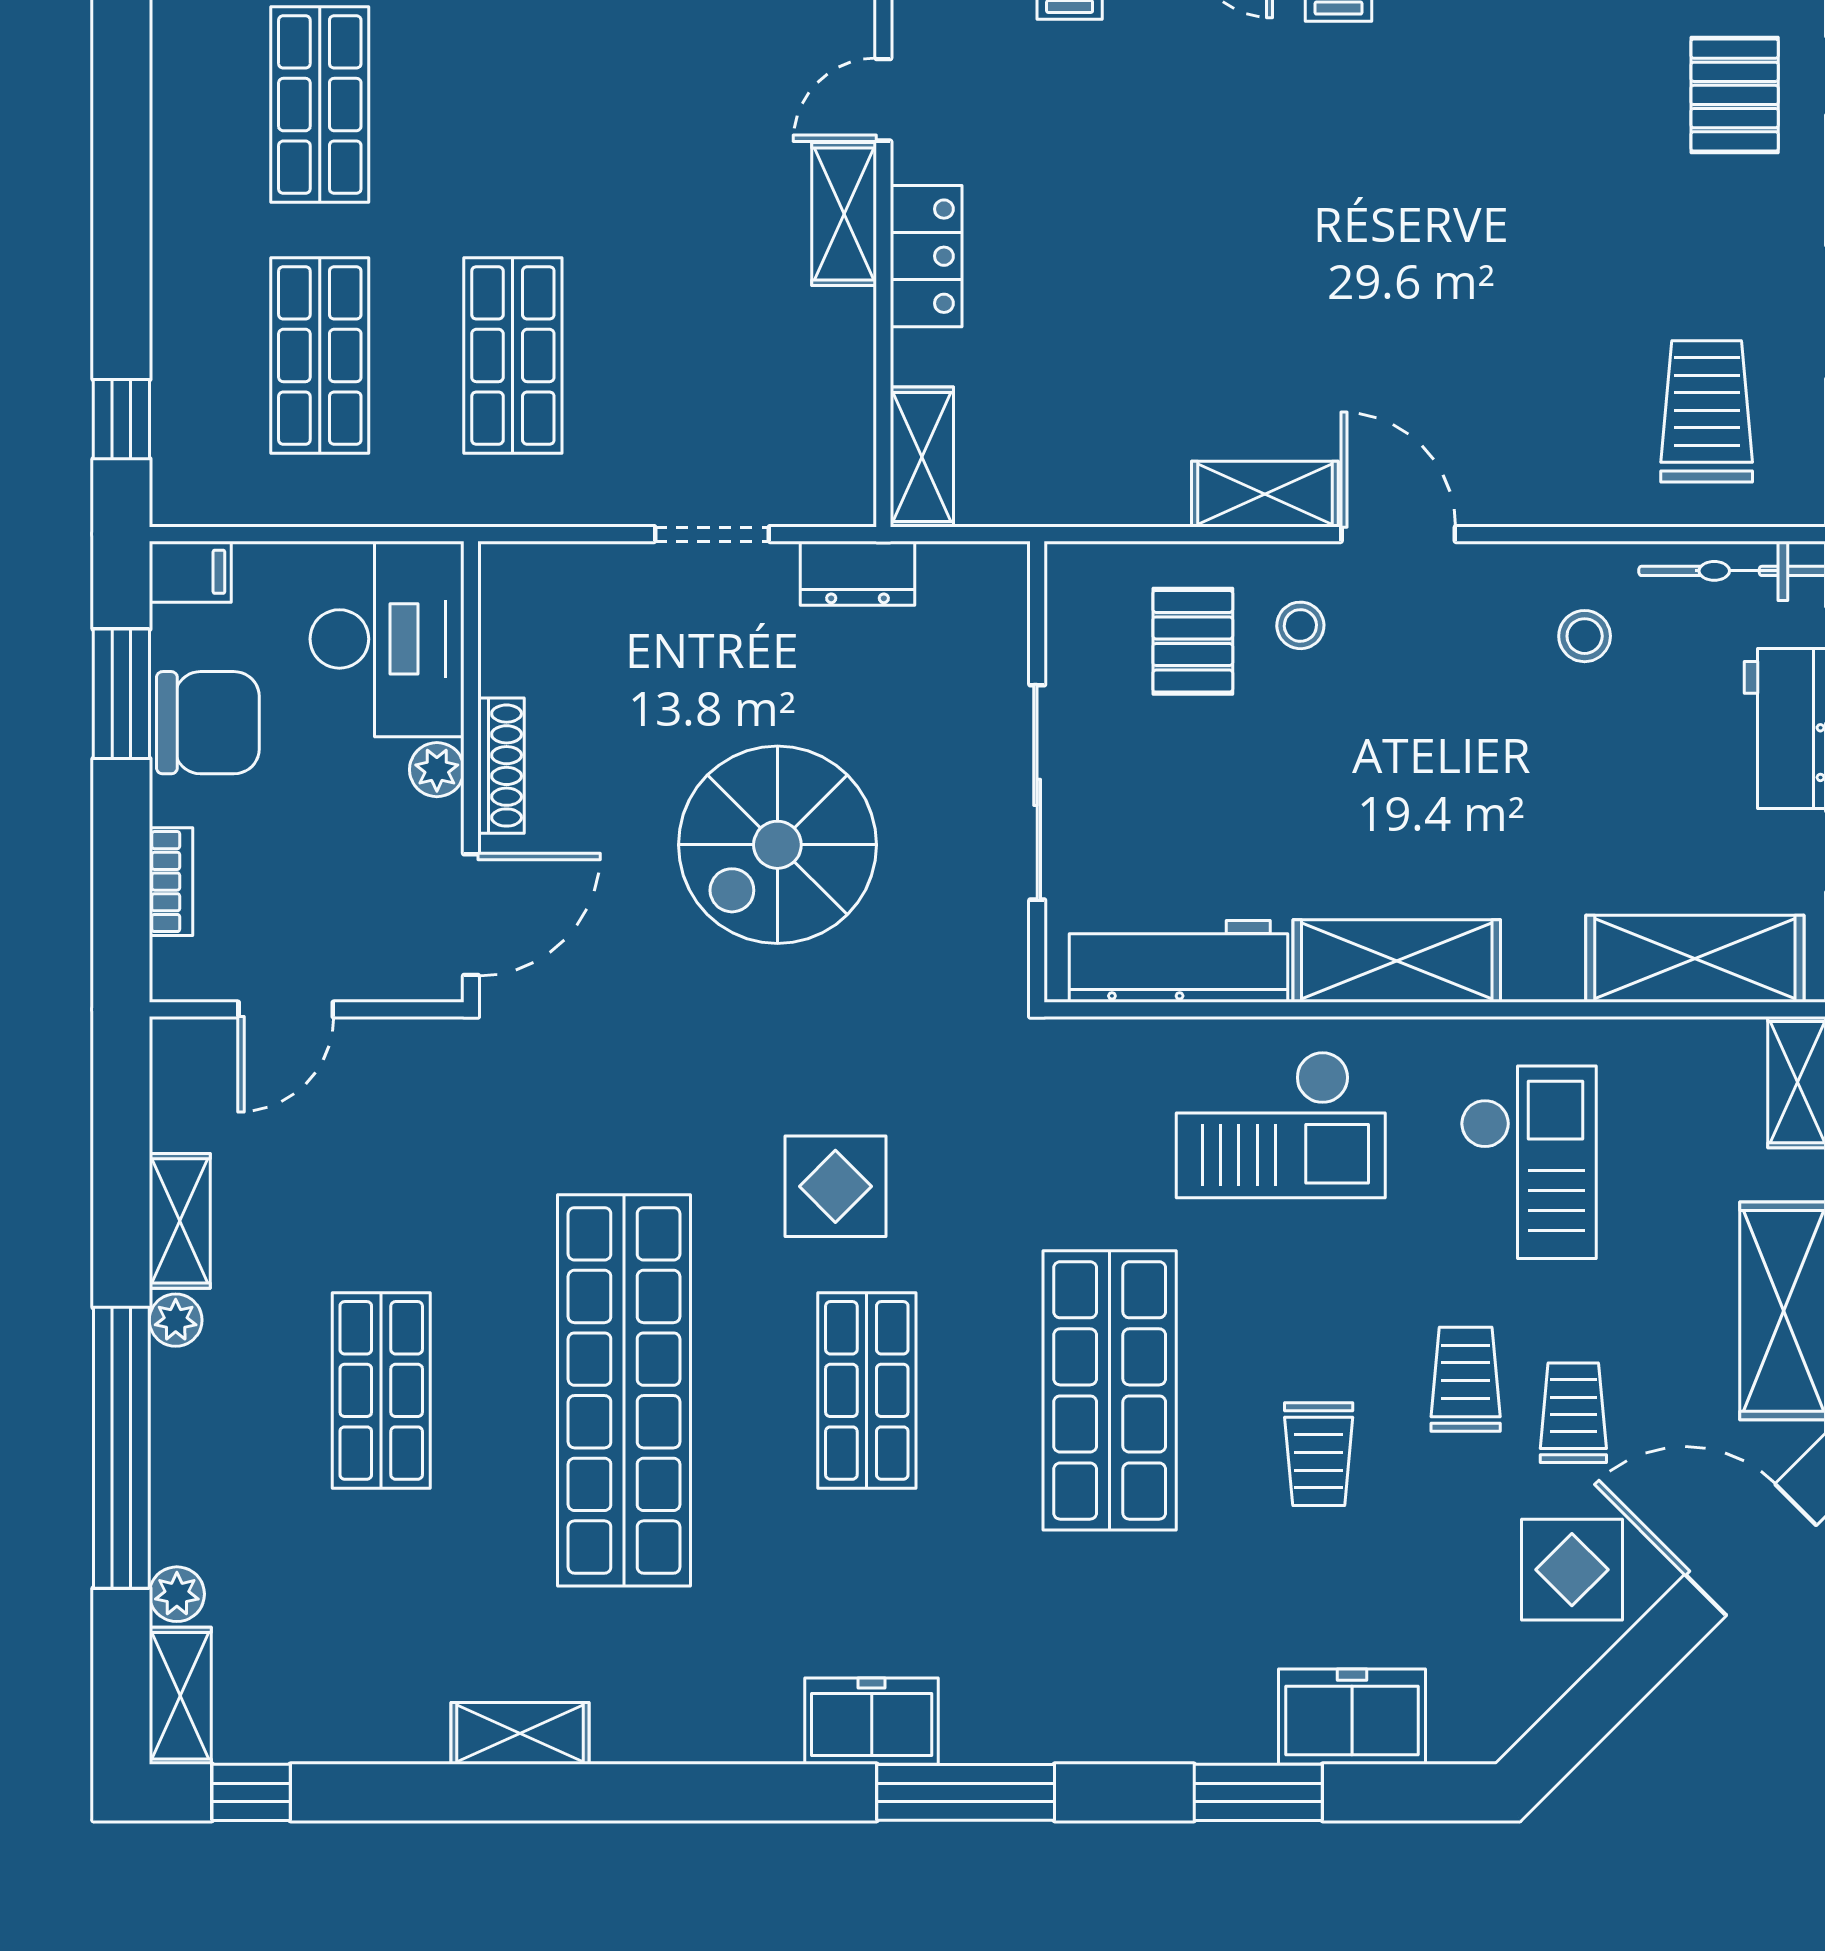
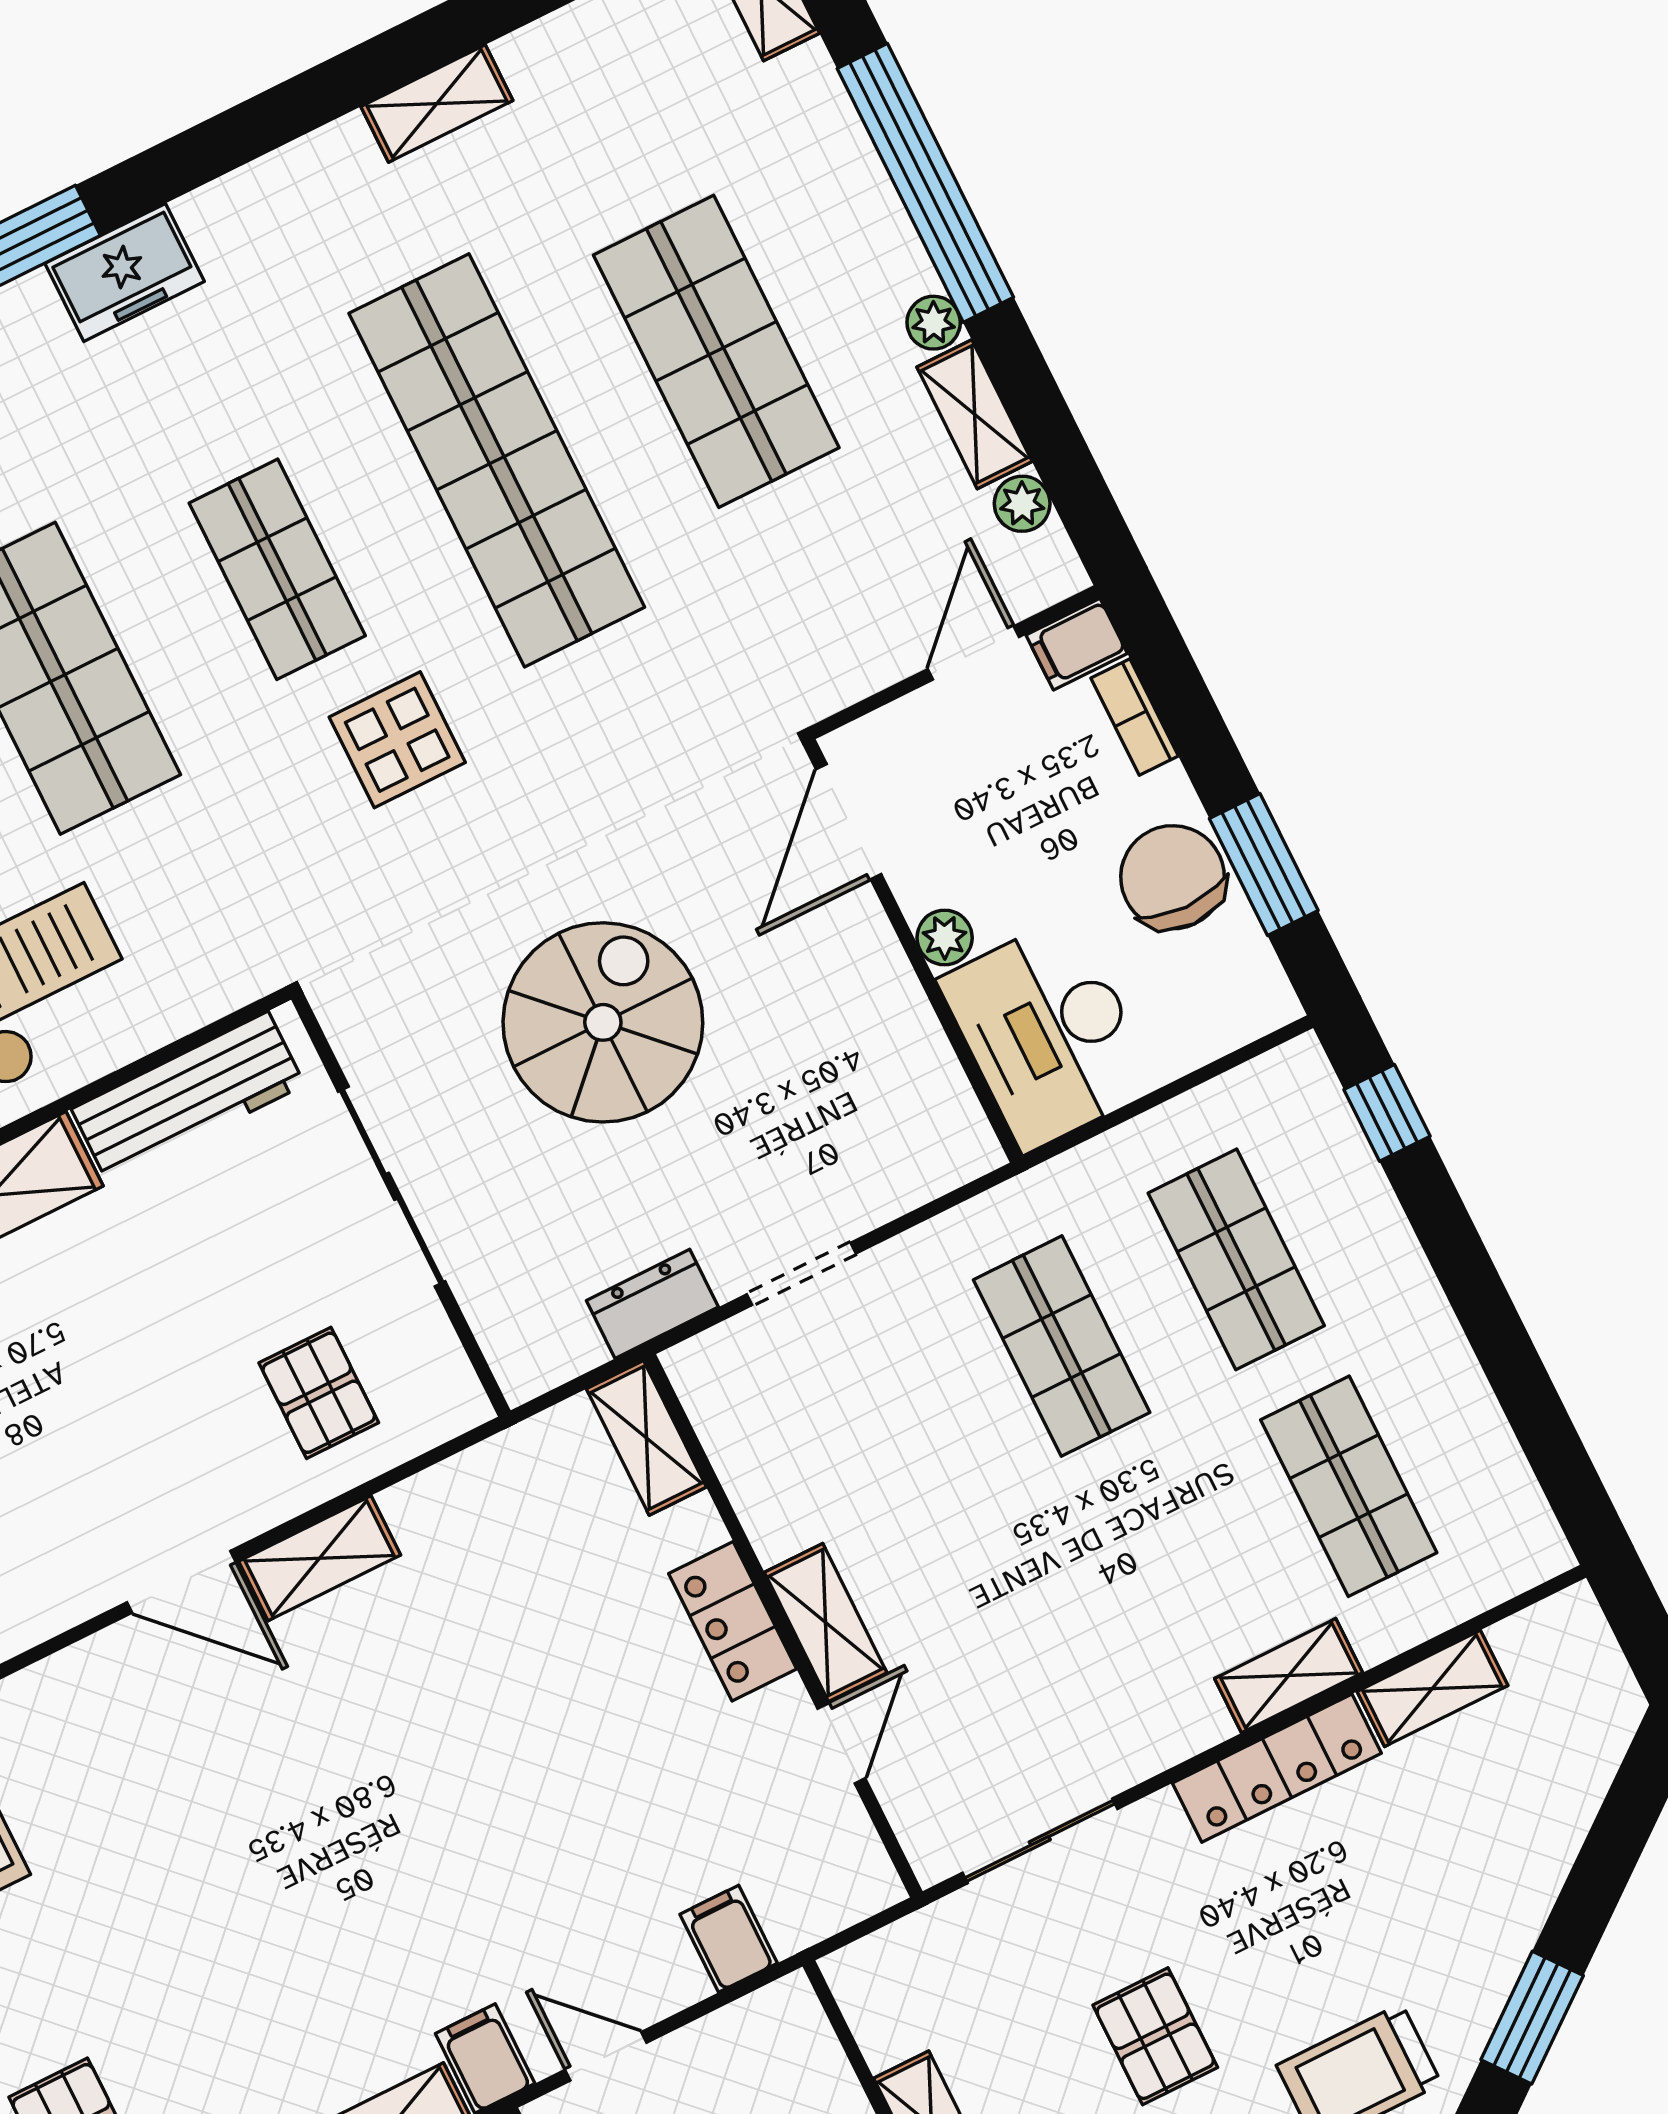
filing cabinet: (190, 572) -> (1077, 644), moved
stool: (1300, 625) -> (229, 1455), removed
chair: (208, 723) -> (1173, 877), turned 91
shoe rack: (501, 766) -> (888, 970), removed
shop shelf: (381, 1390) -> (716, 351), width x1.43, depth x1.36
plant: (177, 1594) -> (1022, 504), moved

